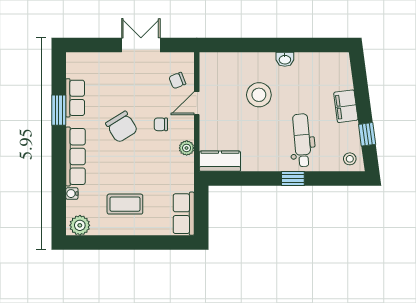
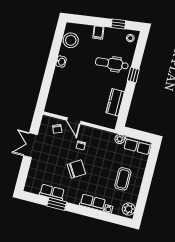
stool: (259, 95) -> (71, 40), moved
filing cabinet: (346, 106) -> (98, 32), width x0.50
plant: (187, 148) -> (120, 139), moved
row of seats: (76, 156) -> (93, 203), width x0.68
kitchen counter: (220, 161) -> (115, 102), moved

